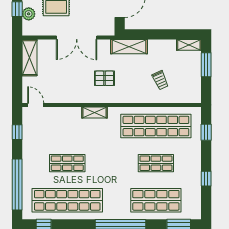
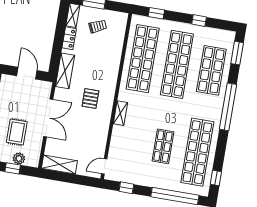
locker: (164, 45) -> (69, 38), added
trolley: (160, 80) -> (98, 26), moved
shop shelf: (156, 163) -> (177, 64), width x2.00, depth x1.36

